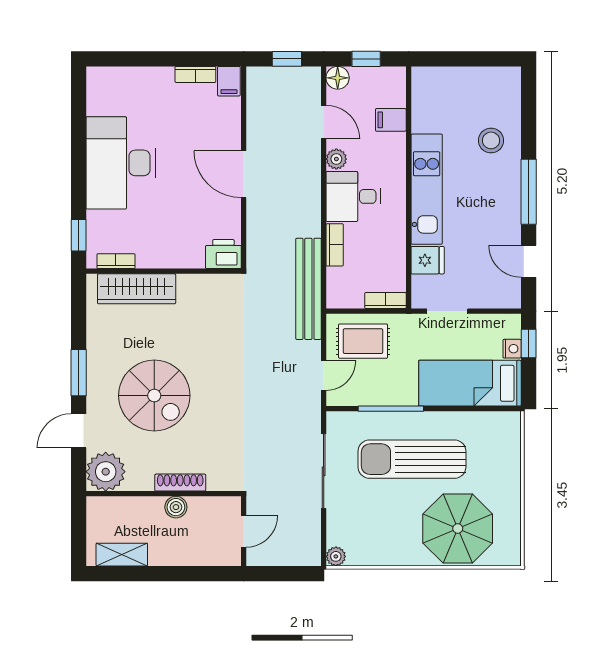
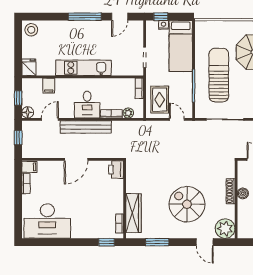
stool: (491, 140) -> (31, 30), moved
plant: (336, 159) -> (128, 113), moved
desk: (121, 163) -> (47, 221), moved
fridge: (428, 260) -> (29, 67), moved
bench: (308, 289) -> (86, 127), moved
window: (79, 373) -> (157, 242), moved
spiral stairs: (154, 396) -> (187, 204), turned -90
sun lounger: (412, 459) -> (219, 75), turned 180

